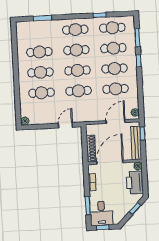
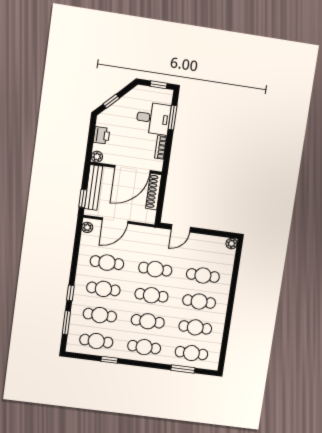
cafe table: (38, 32) -> (191, 353), added
printer: (135, 182) -> (101, 135), width x0.53, depth x0.68
desk: (101, 213) -> (153, 118), moved, turned 90

